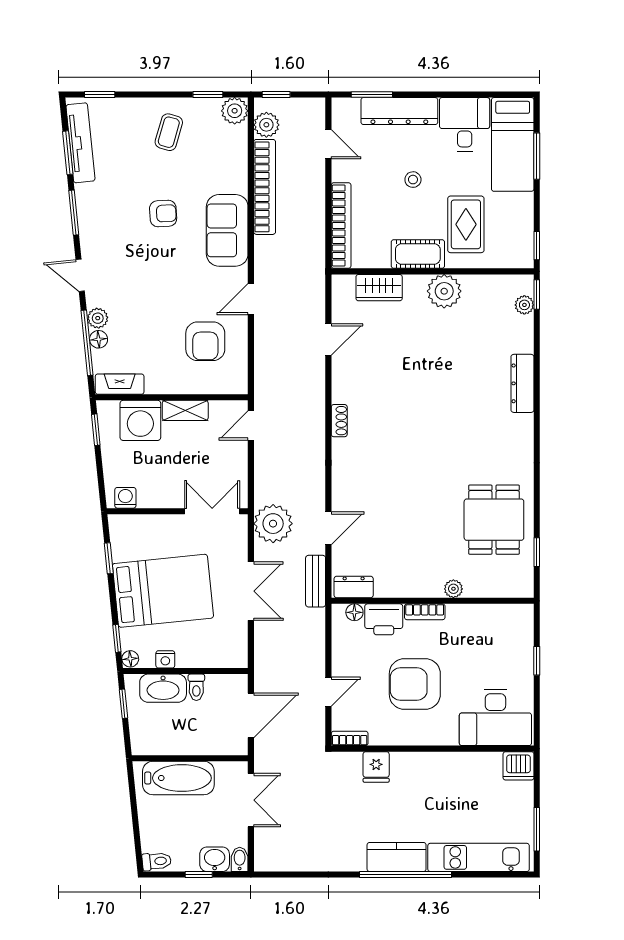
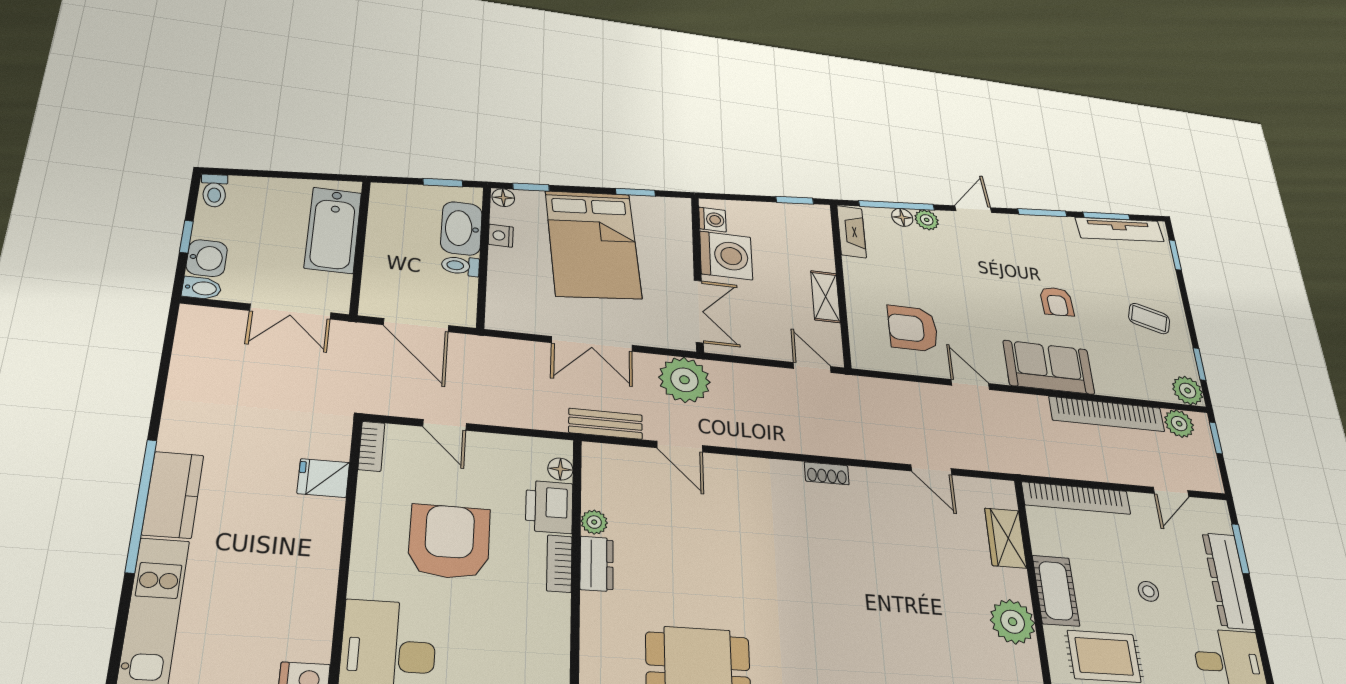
washing machine: (140, 420) -> (726, 255), moved, turned 180
dresser: (354, 587) -> (597, 564), moved
plant: (453, 589) -> (594, 522), moved

